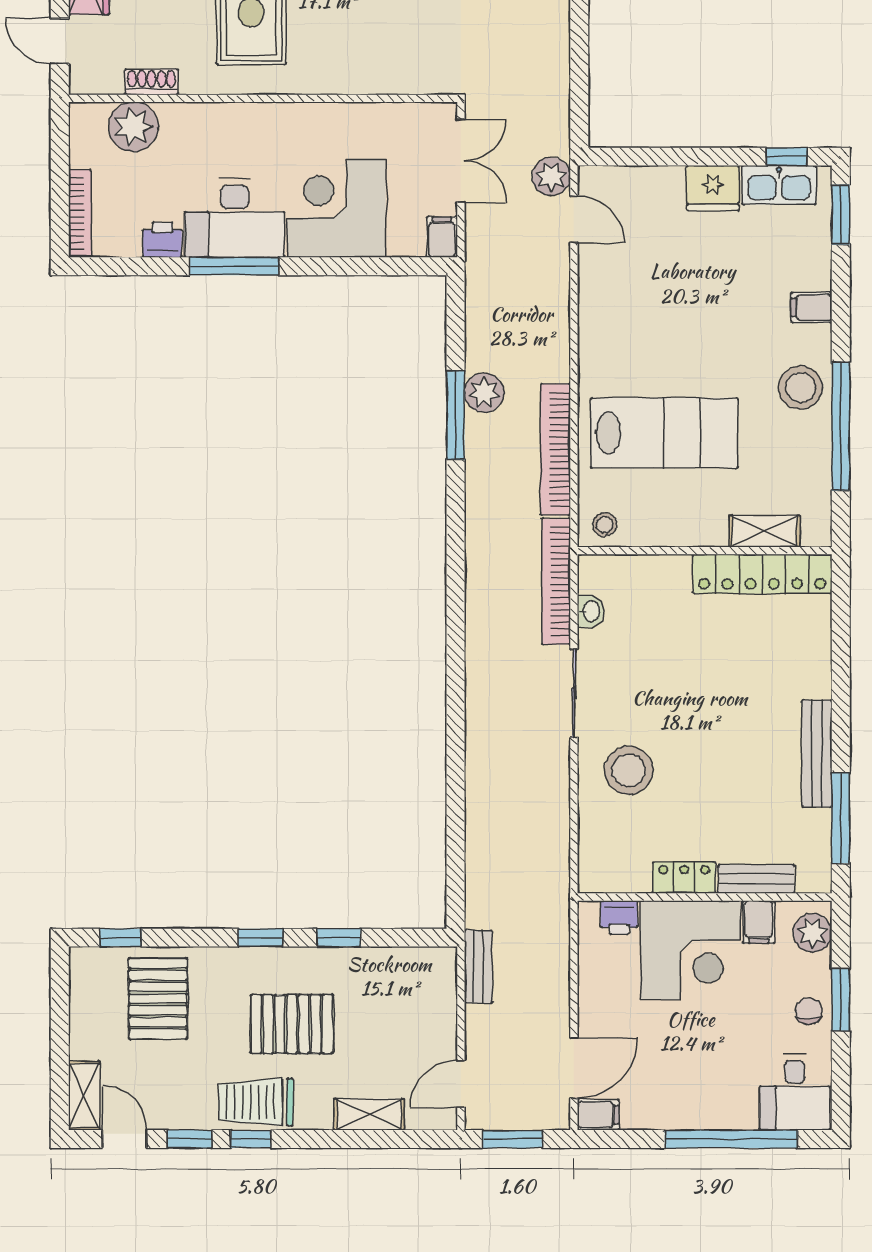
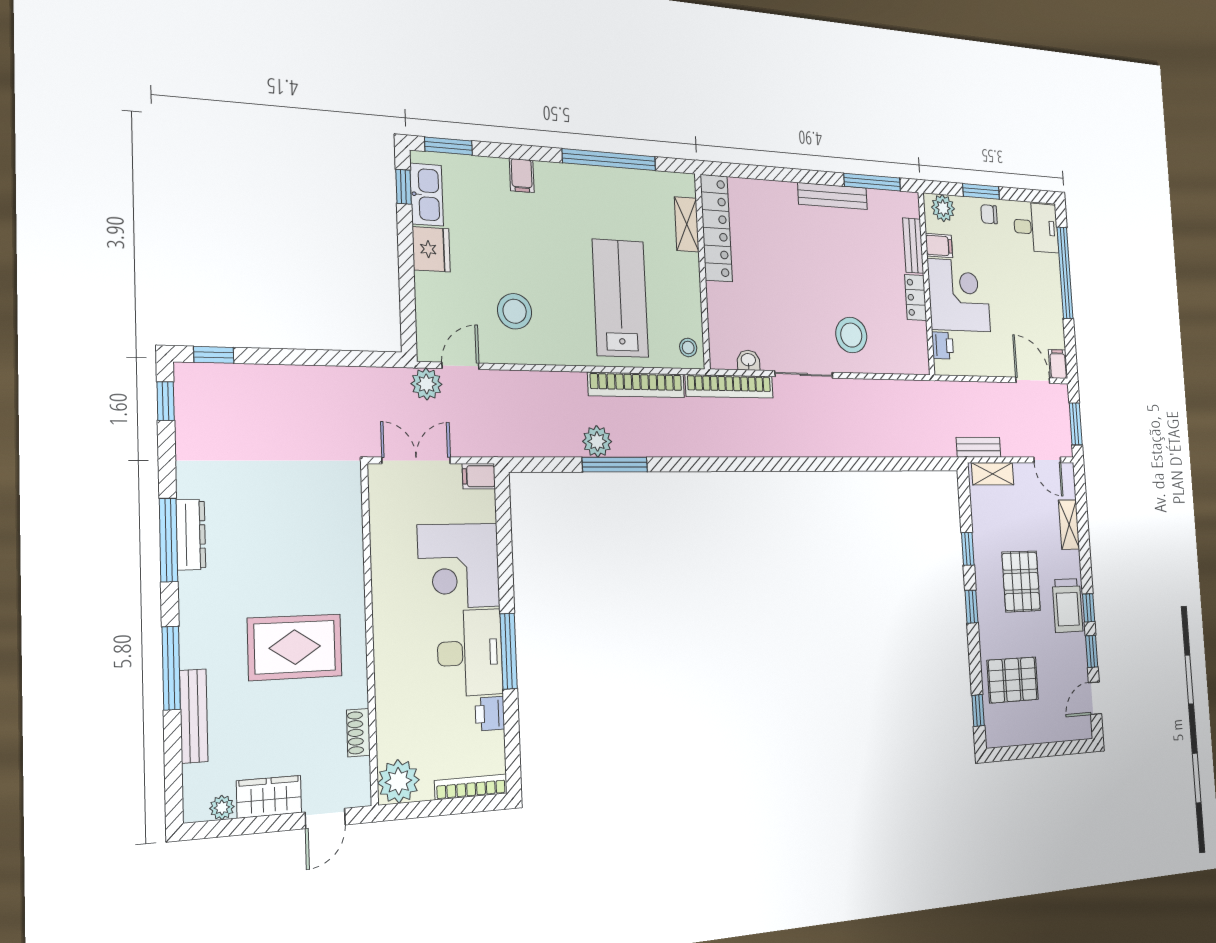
plant: (133, 127) -> (398, 781), moved
stool: (800, 388) -> (515, 311), moved
shelving: (84, 1096) -> (993, 474), moved

